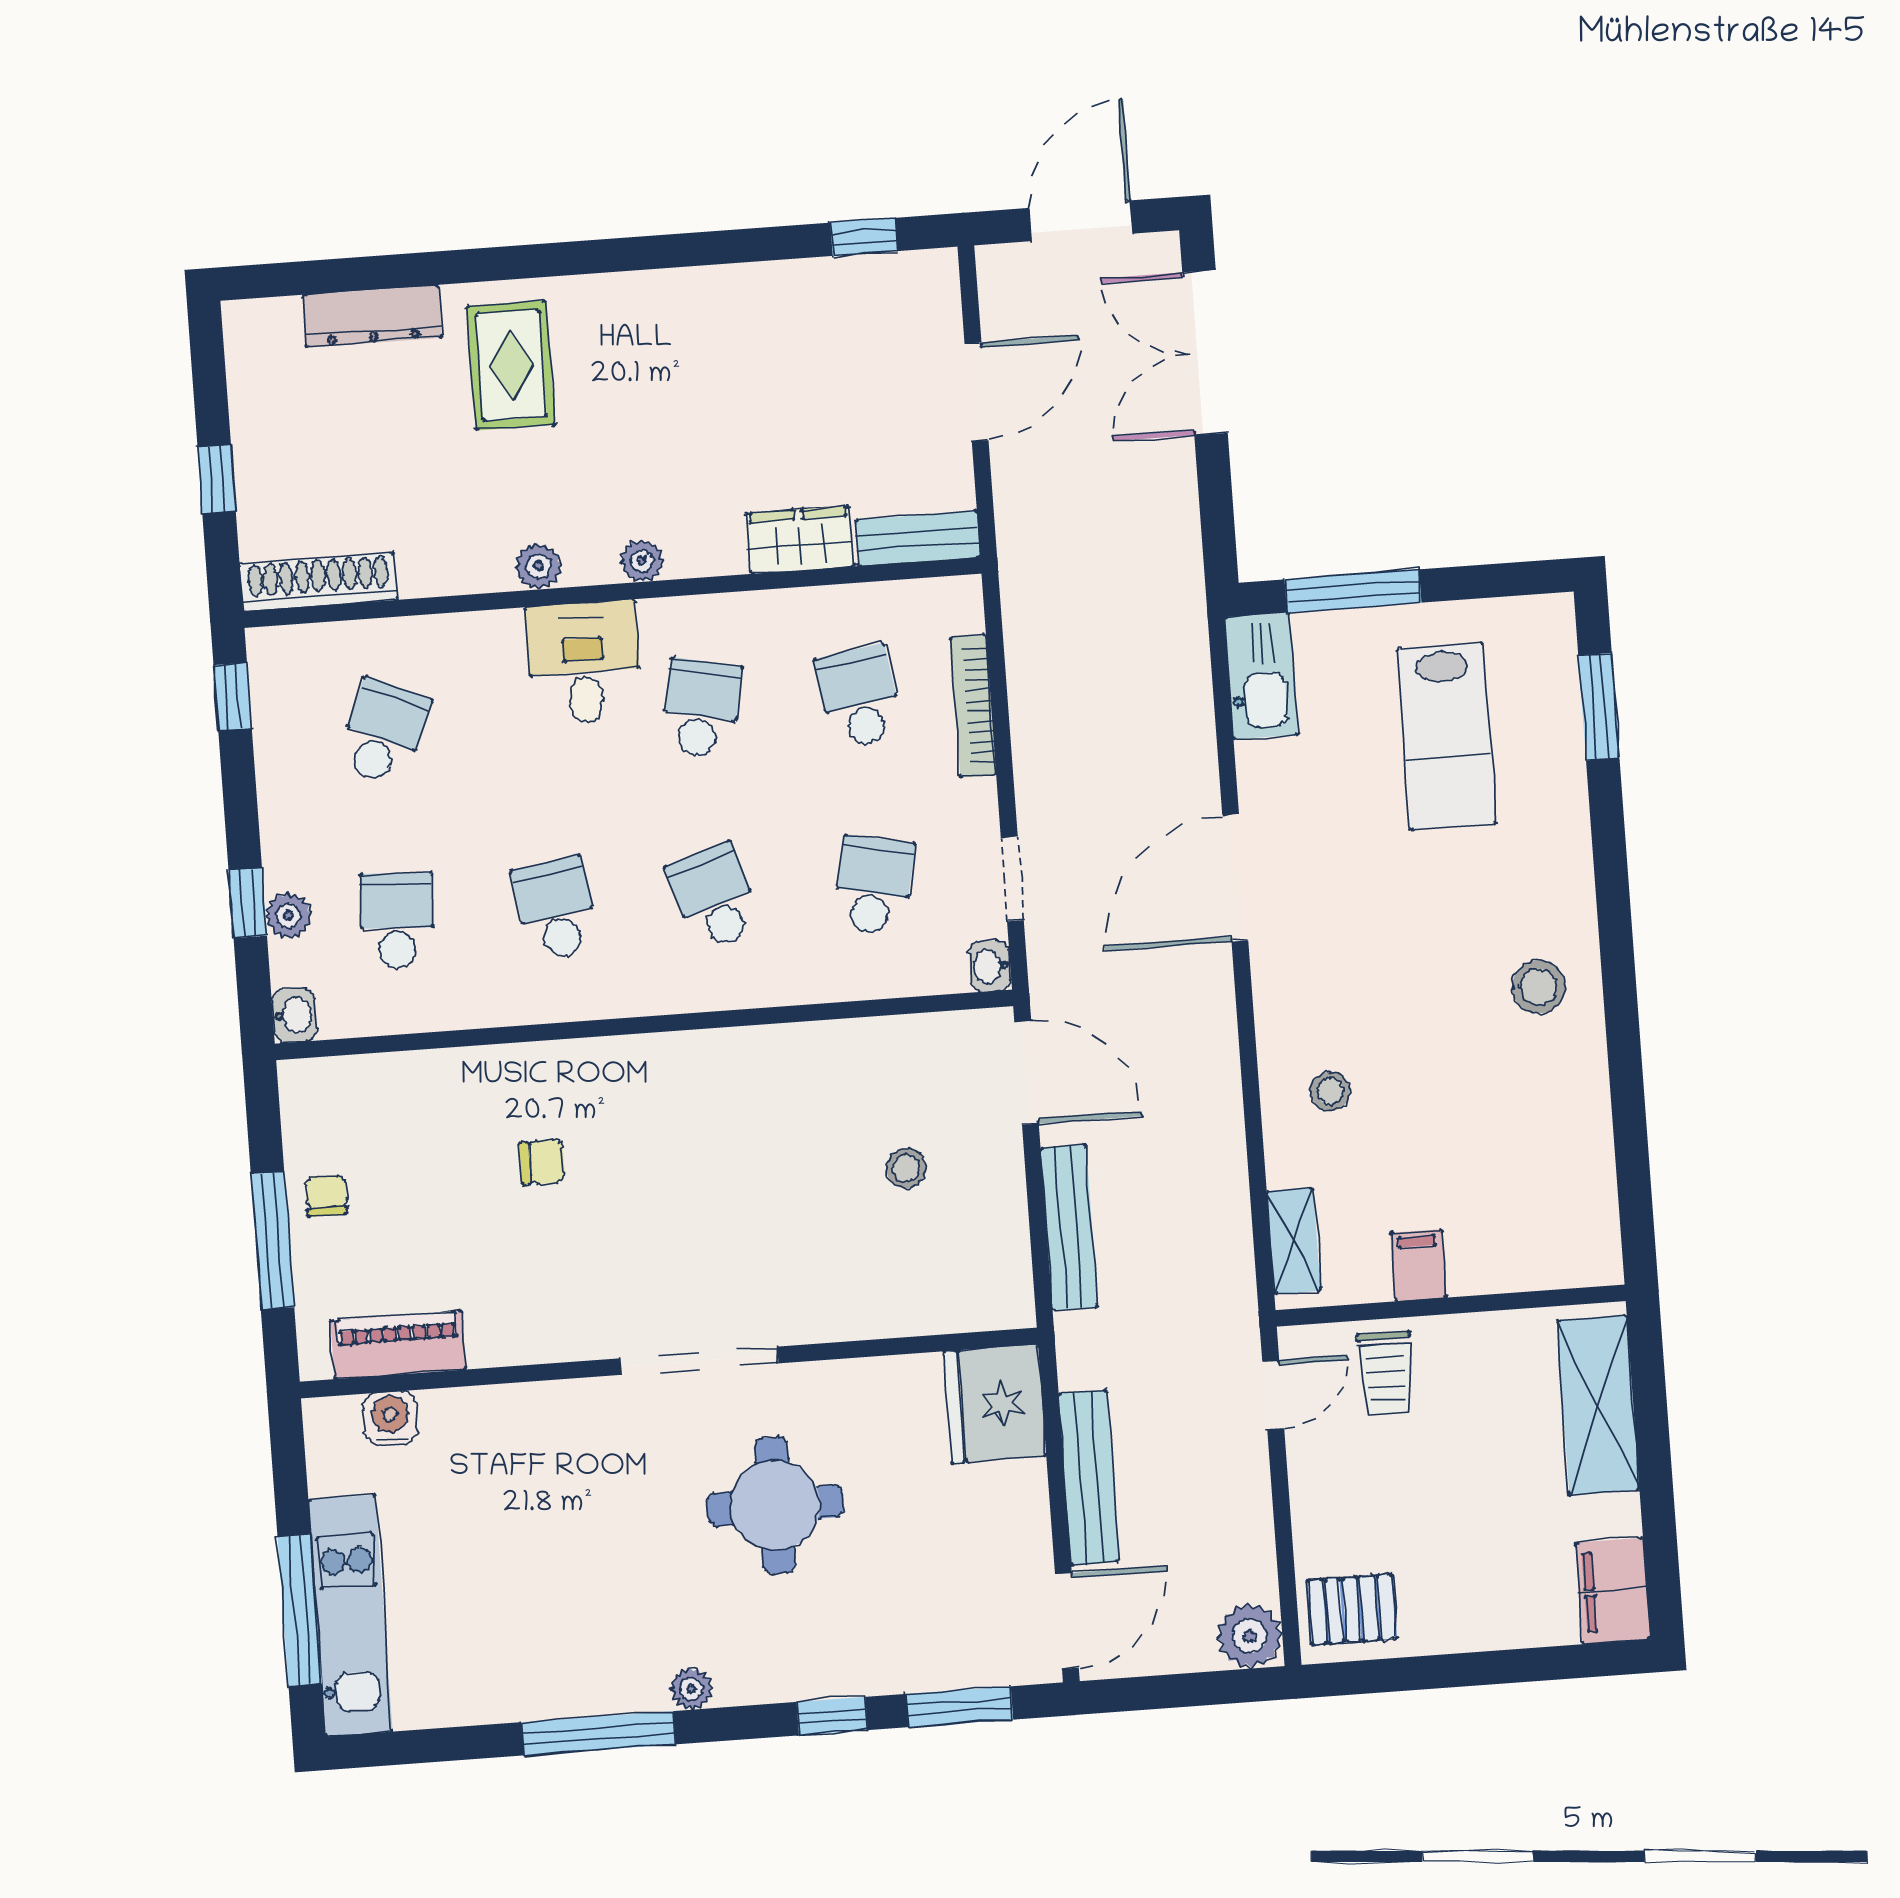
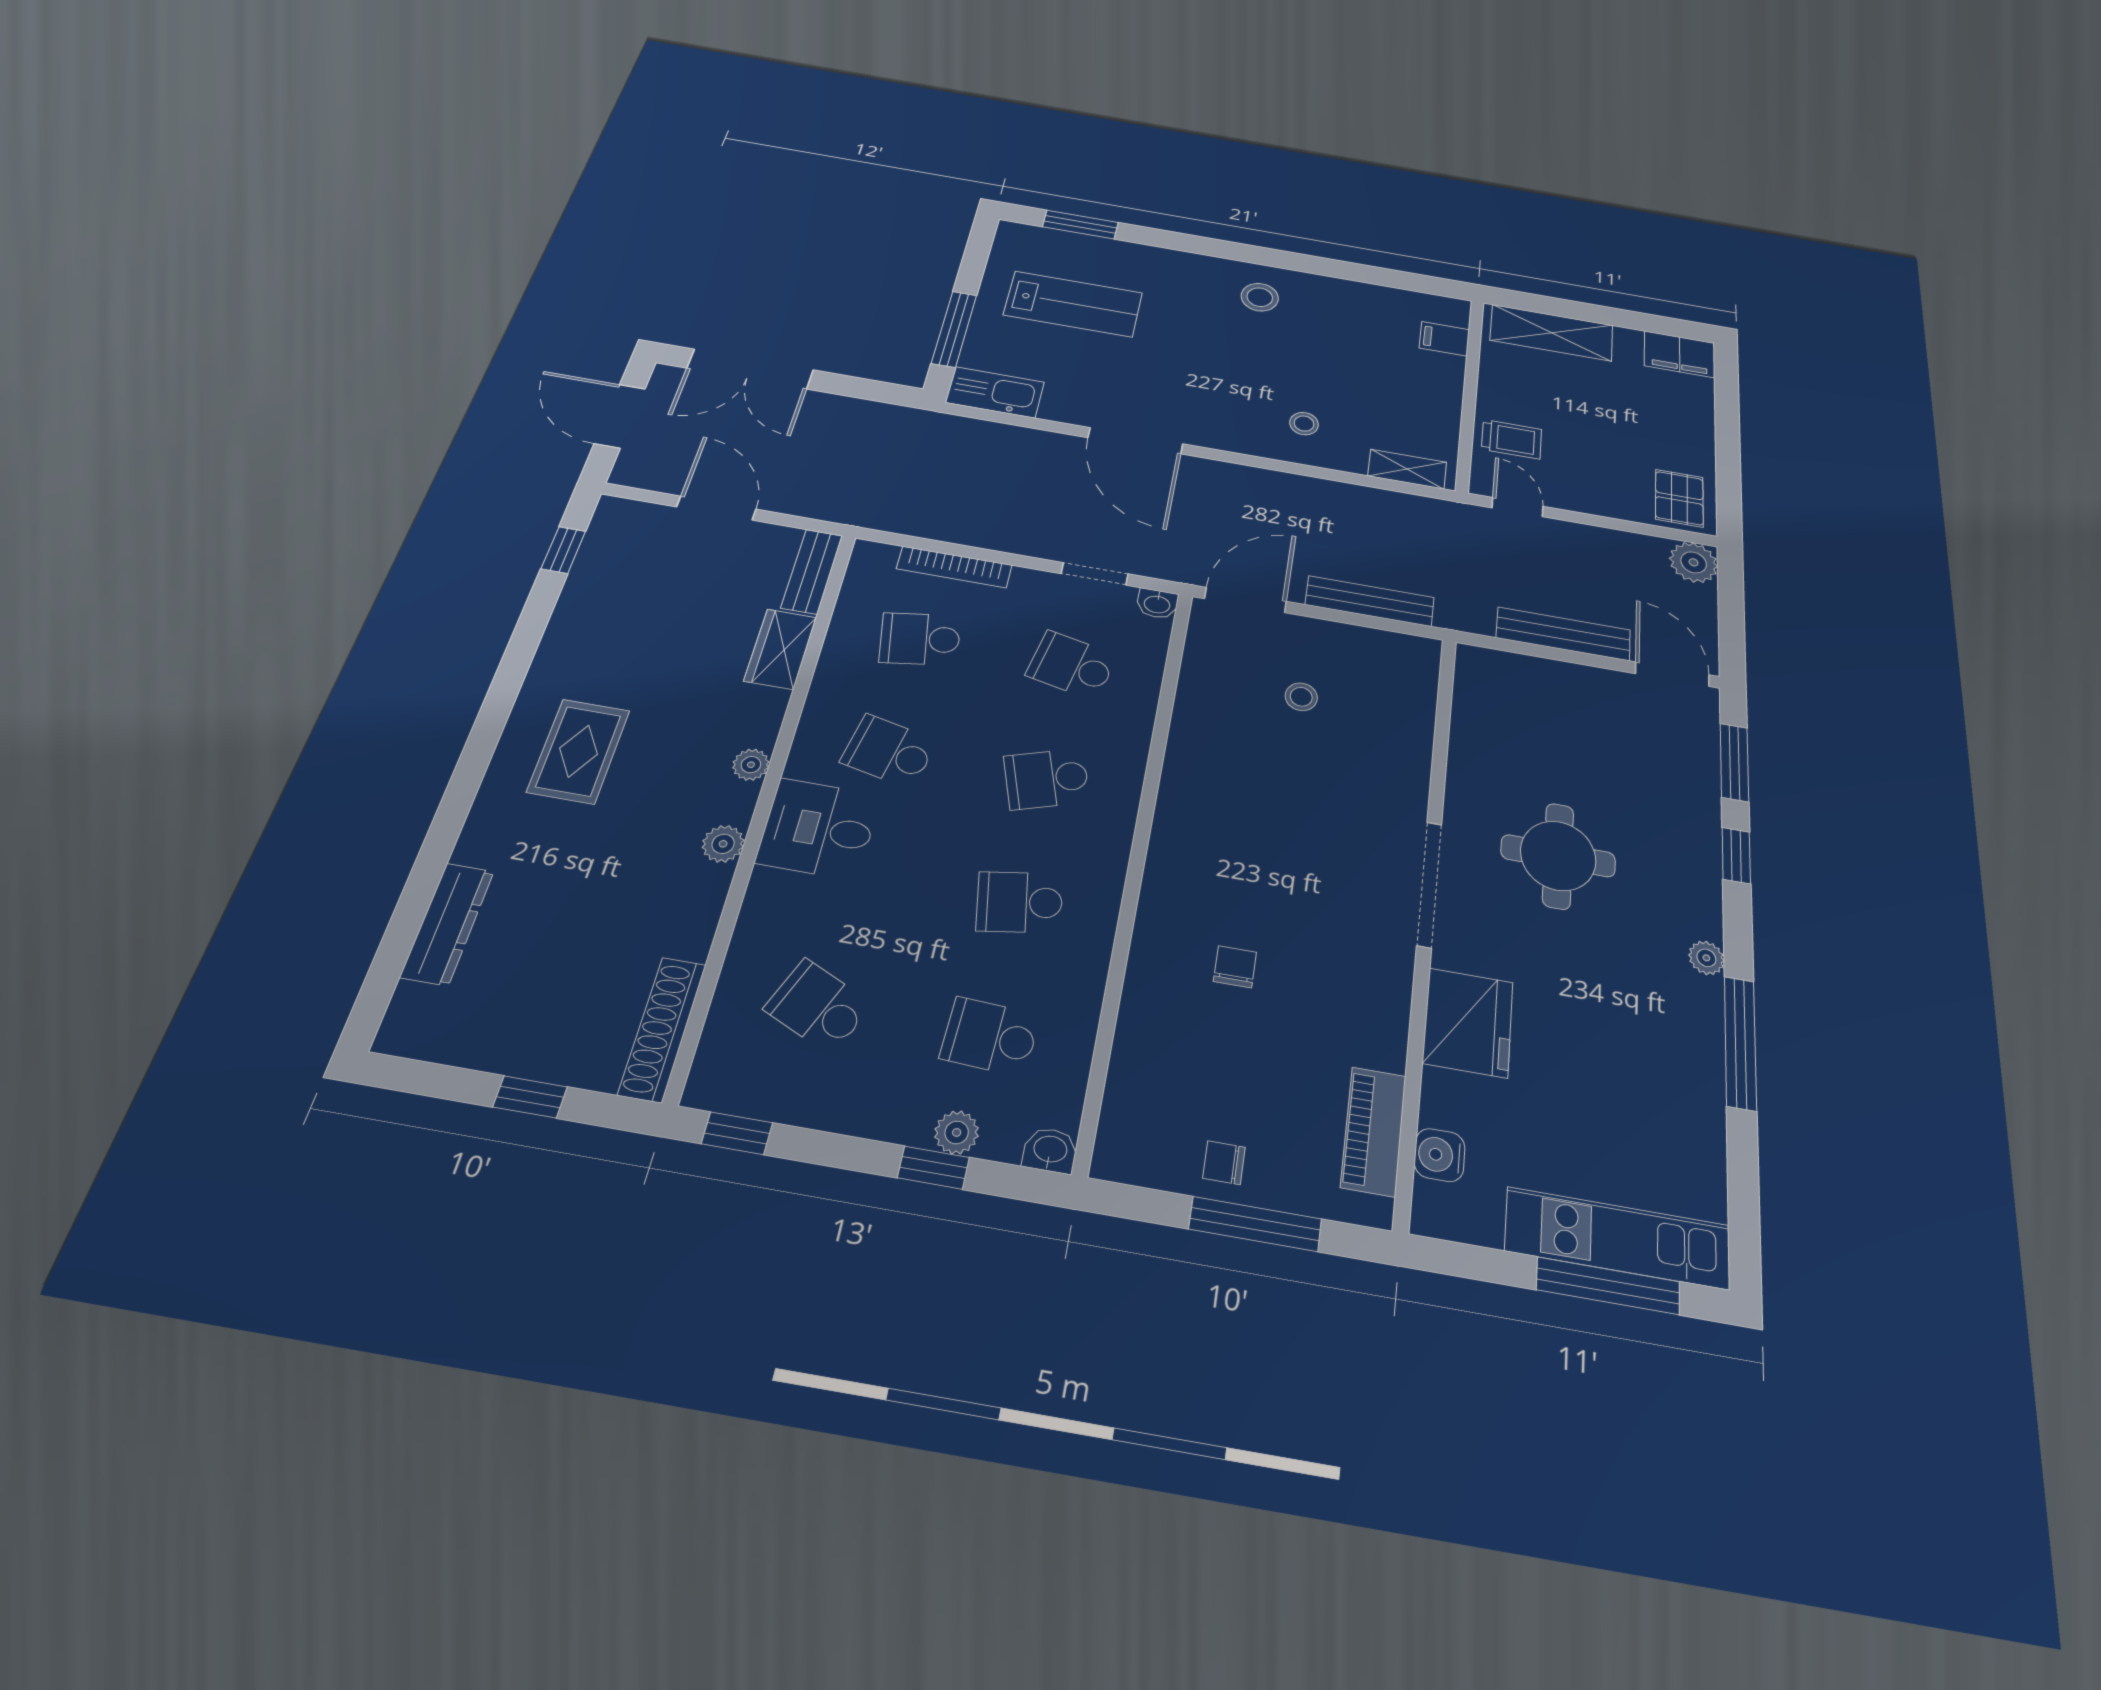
rug: (511, 365) -> (579, 751), moved, turned 90
filing cabinet: (1418, 1265) -> (1444, 339), moved
fridge: (995, 1404) -> (1468, 1023), moved, turned -90

